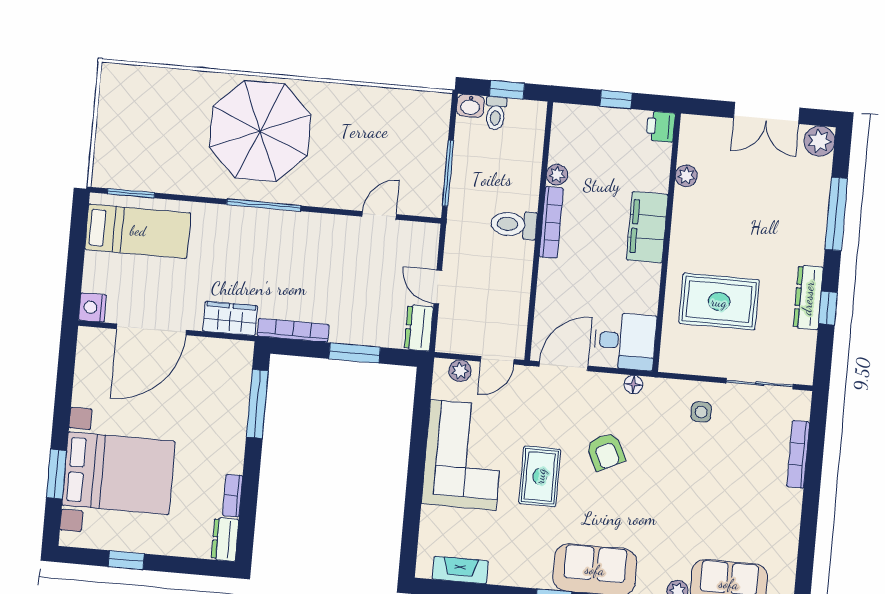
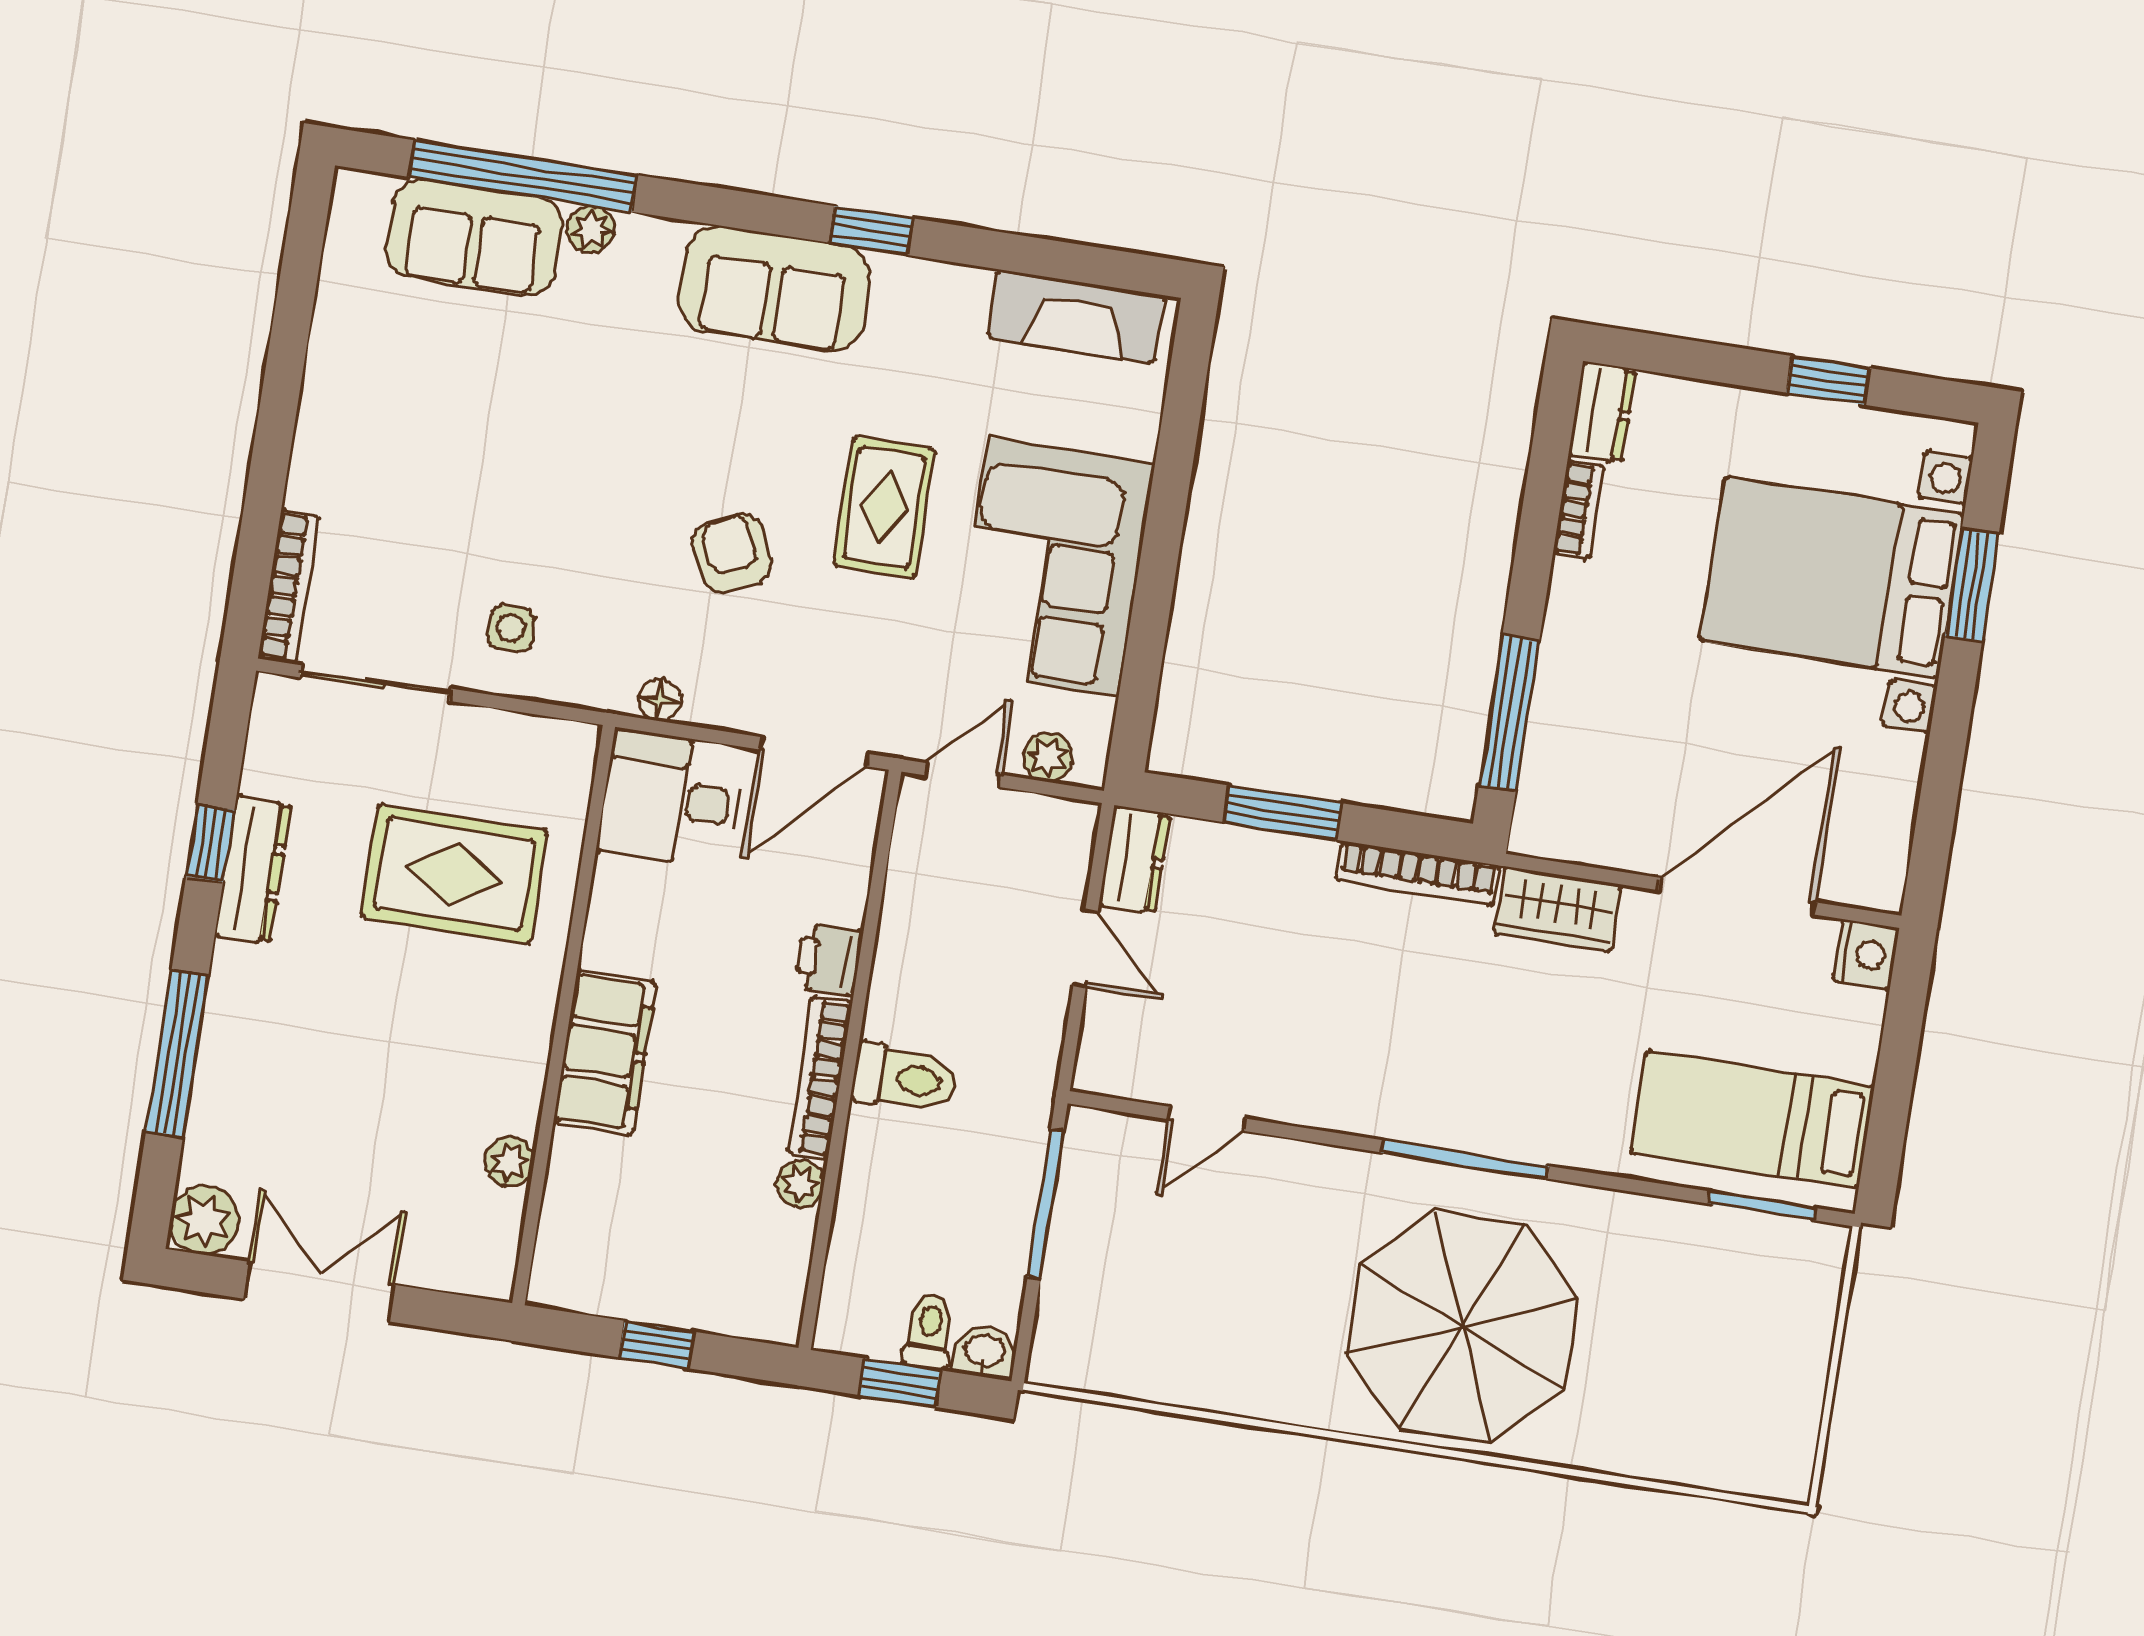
printer: (661, 127) -> (829, 959), moved, turned 180
bookcase: (798, 454) -> (288, 587), moved
fireplace: (460, 570) -> (1076, 316), width x1.37, depth x1.32

